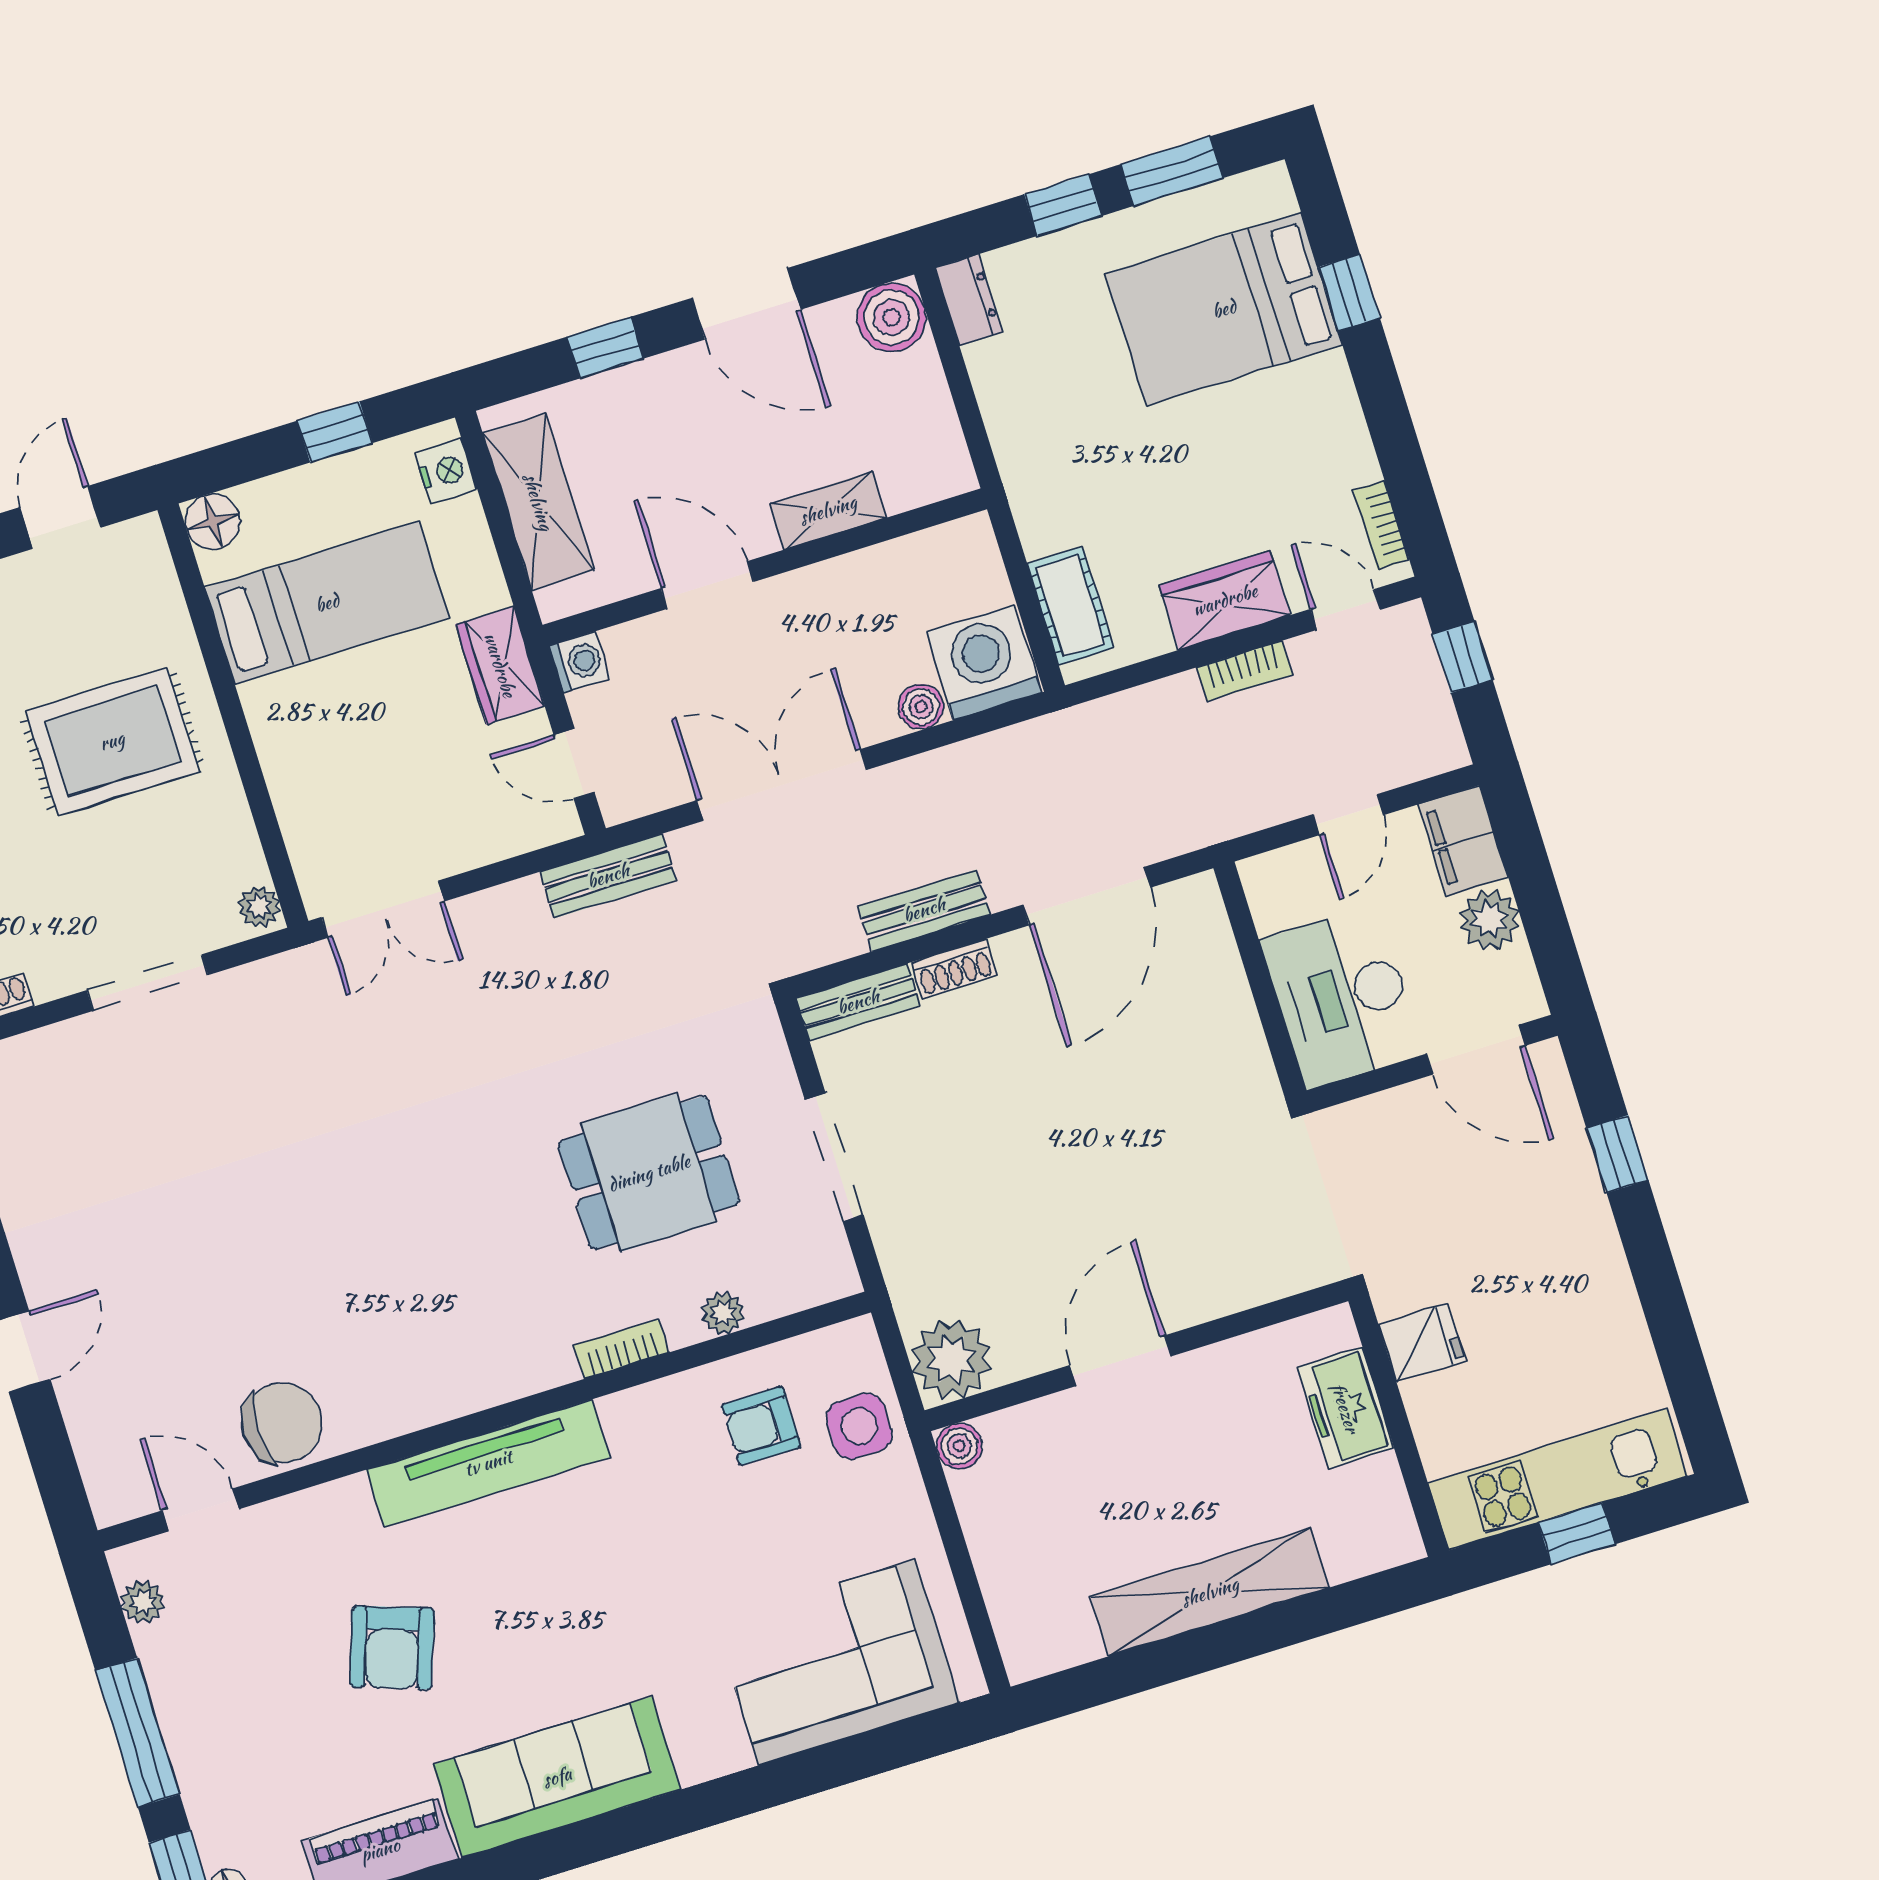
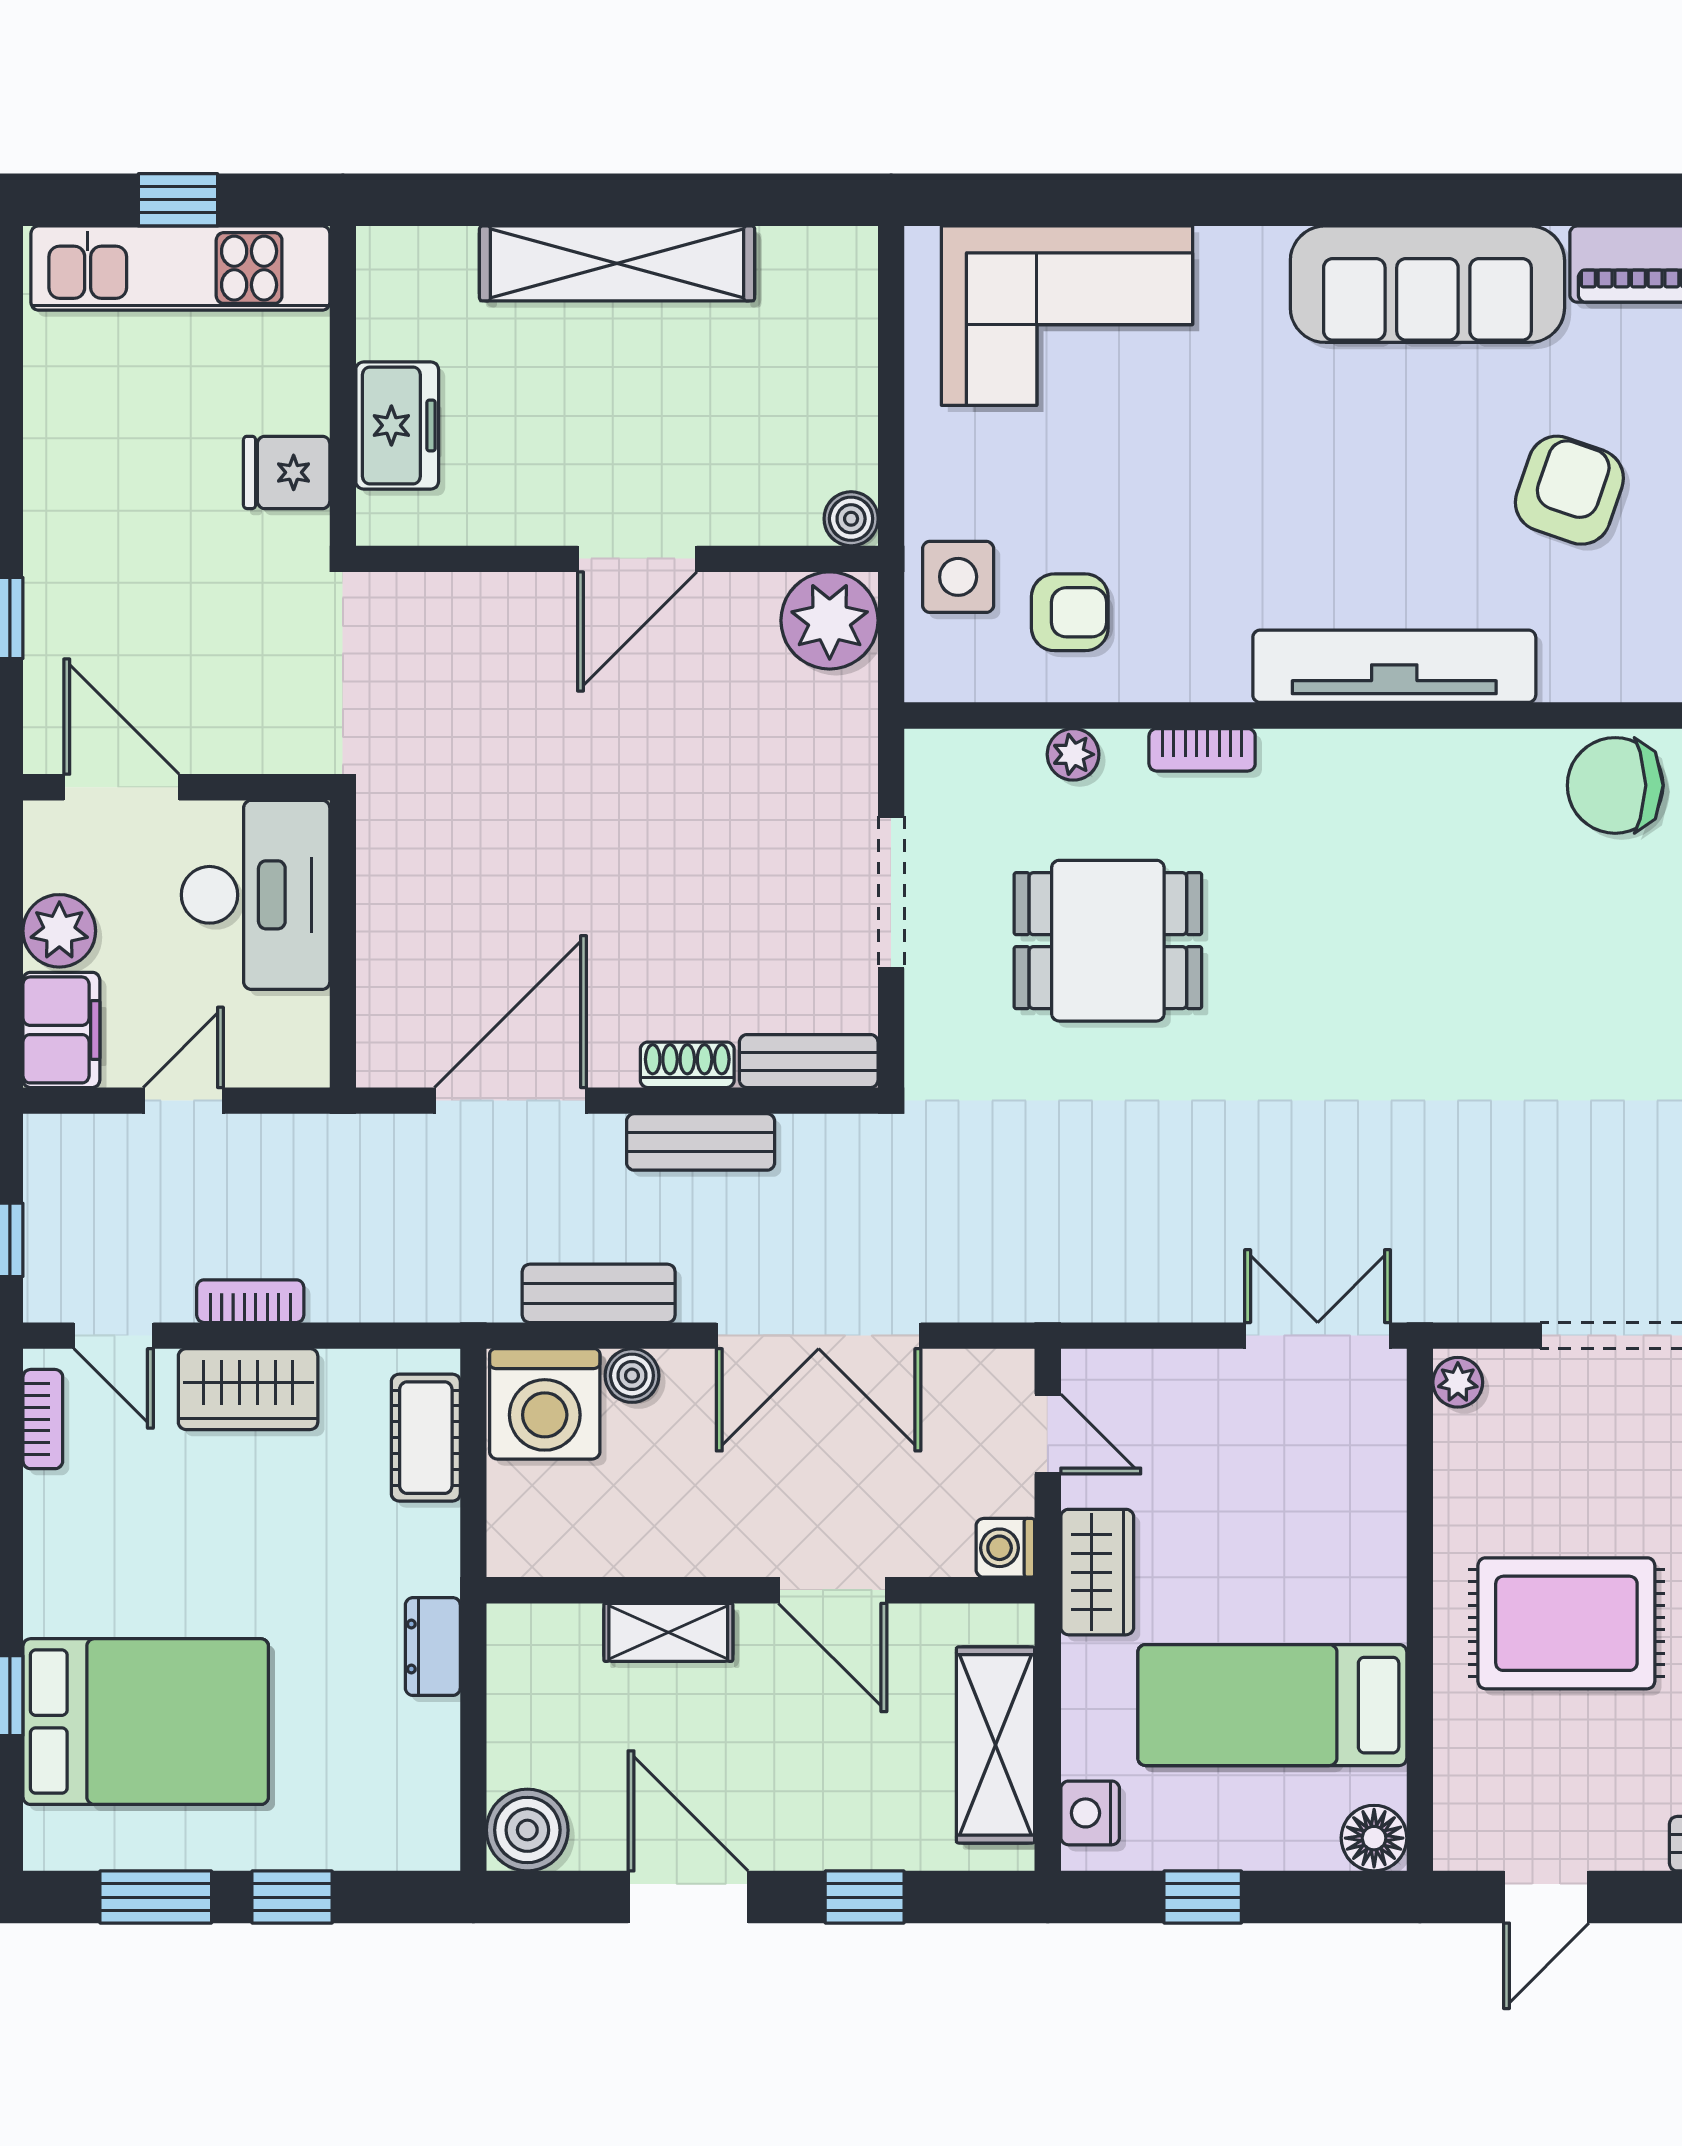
dresser: (969, 300) -> (433, 1647), moved
bench: (608, 876) -> (599, 1293), moved

